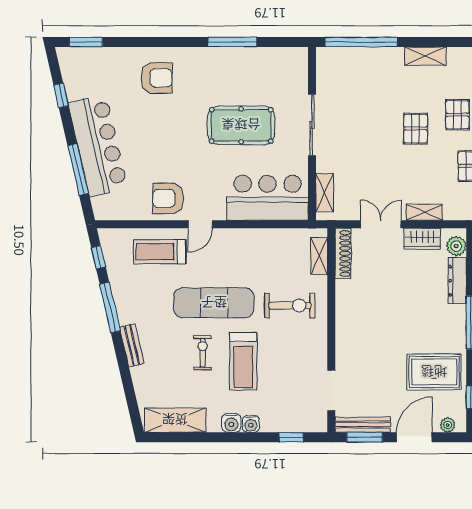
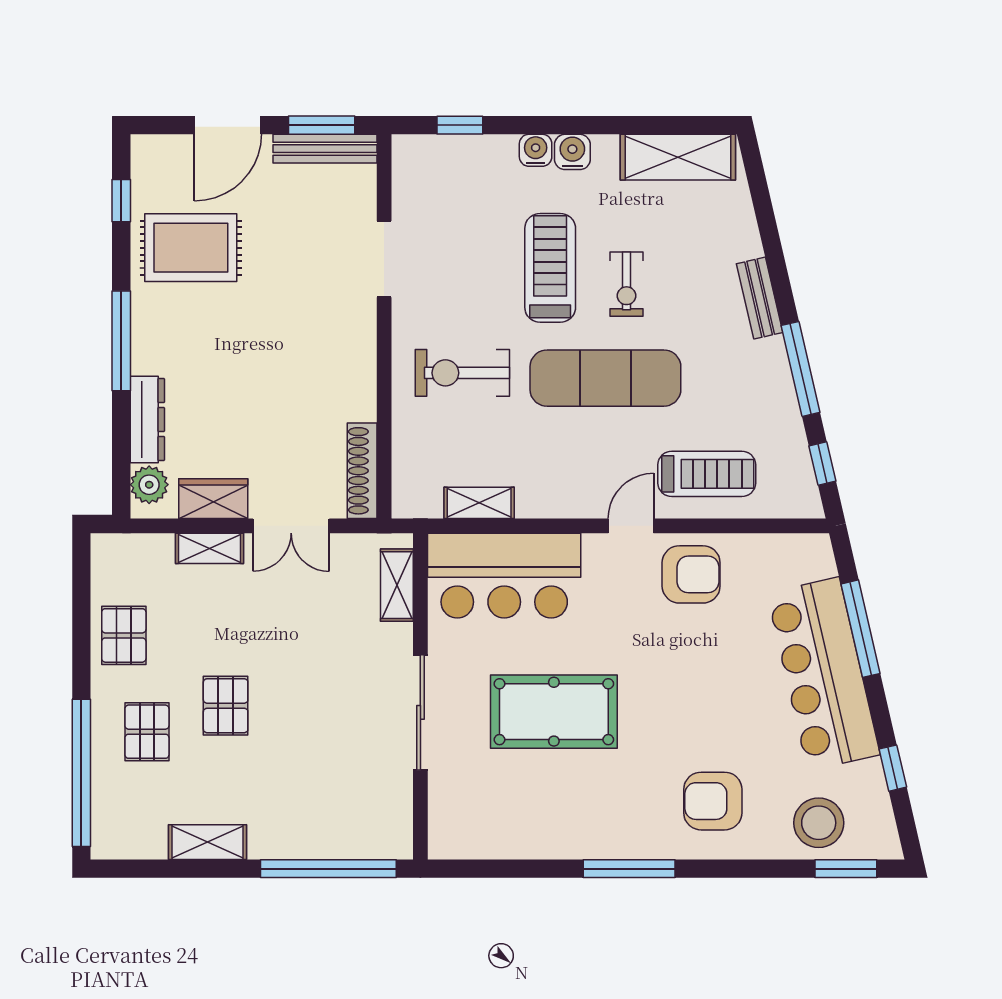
window: (232, 42) -> (629, 869), moved
stool: (100, 66) -> (819, 823), added
shelving: (319, 256) -> (479, 503), moved, turned 90
doorway: (331, 390) -> (384, 259), moved
plant: (448, 425) -> (165, 148), removed

